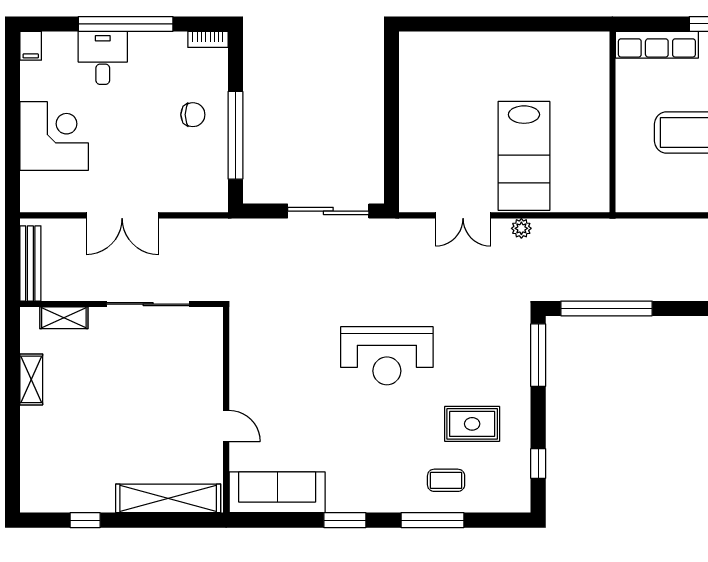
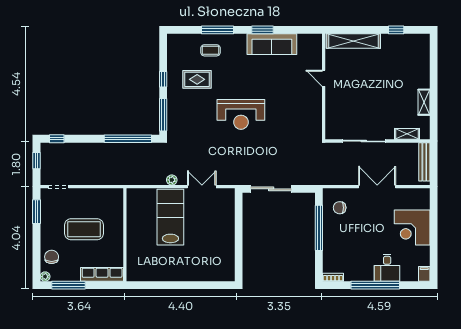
chair: (193, 115) -> (340, 208), moved
reception desk: (387, 356) -> (241, 114), turned 180
window: (538, 464) -> (163, 79), moved
sofa: (277, 492) -> (272, 44), moved

